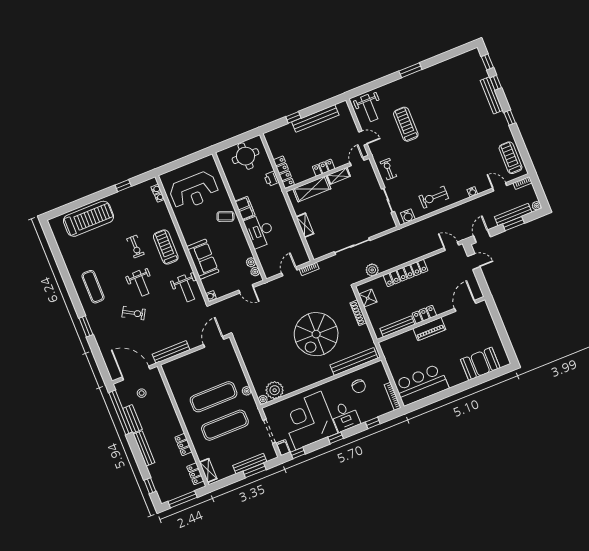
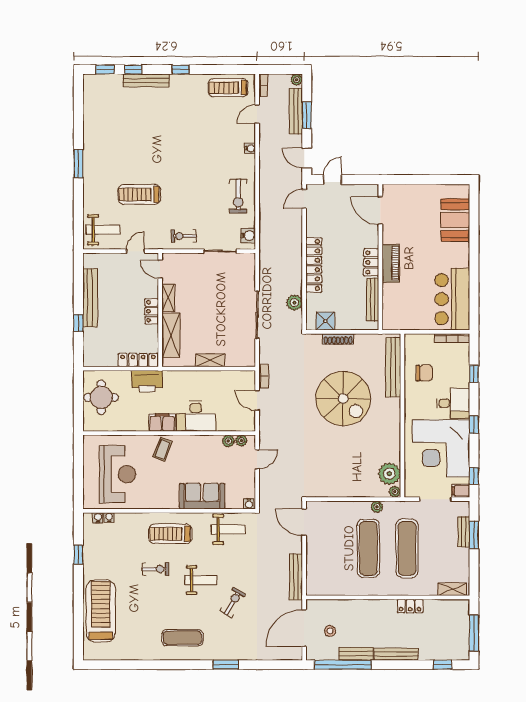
printer: (271, 179) -> (147, 381), width x1.87, depth x1.48
bench: (250, 464) -> (464, 532), width x0.73
locker: (195, 474) -> (450, 606), removed

